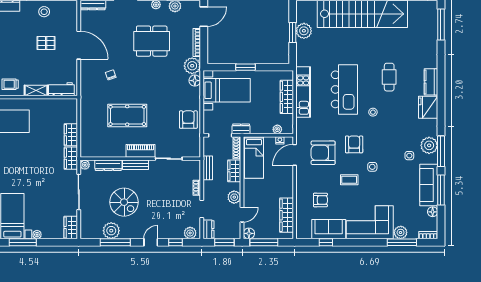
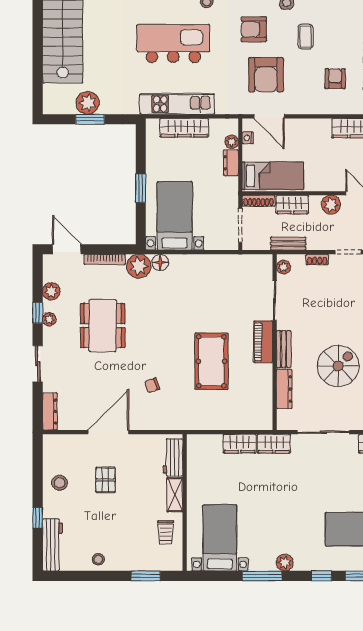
armchair: (188, 120) -> (217, 272), removed
dresser: (241, 129) -> (231, 163), moved
plant: (85, 165) -> (283, 267), moved

